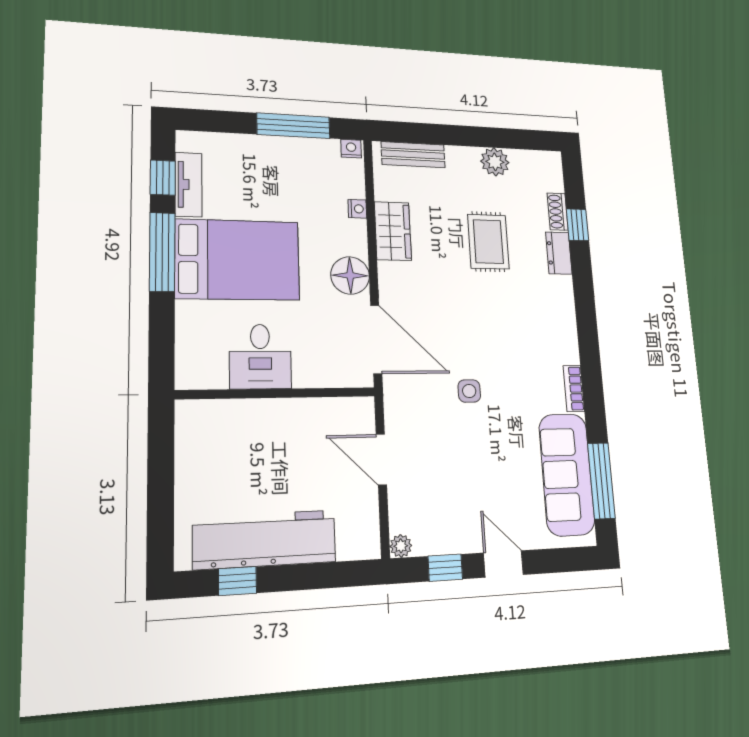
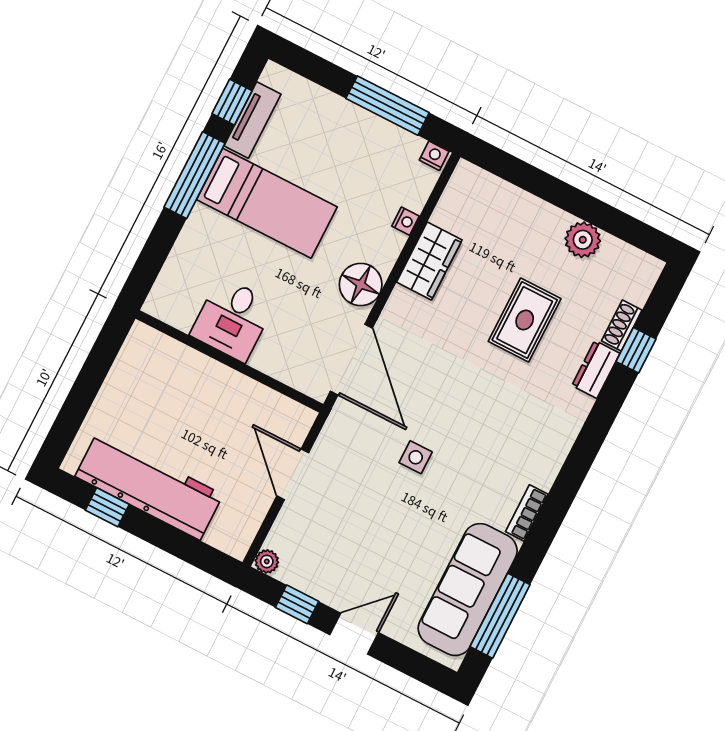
bench: (413, 155) -> (497, 192), removed
bed: (238, 260) -> (267, 203), width x0.67
door: (503, 564) -> (354, 634), hinge flipped

